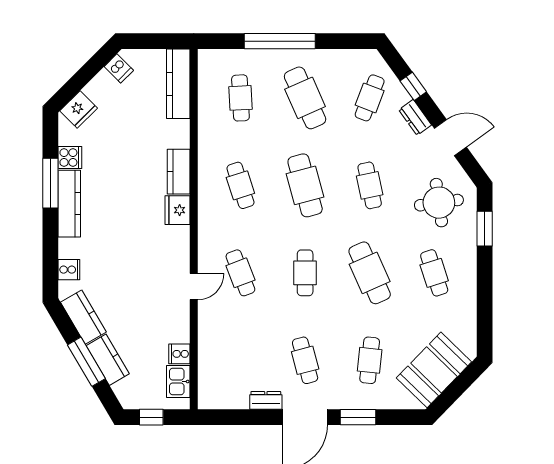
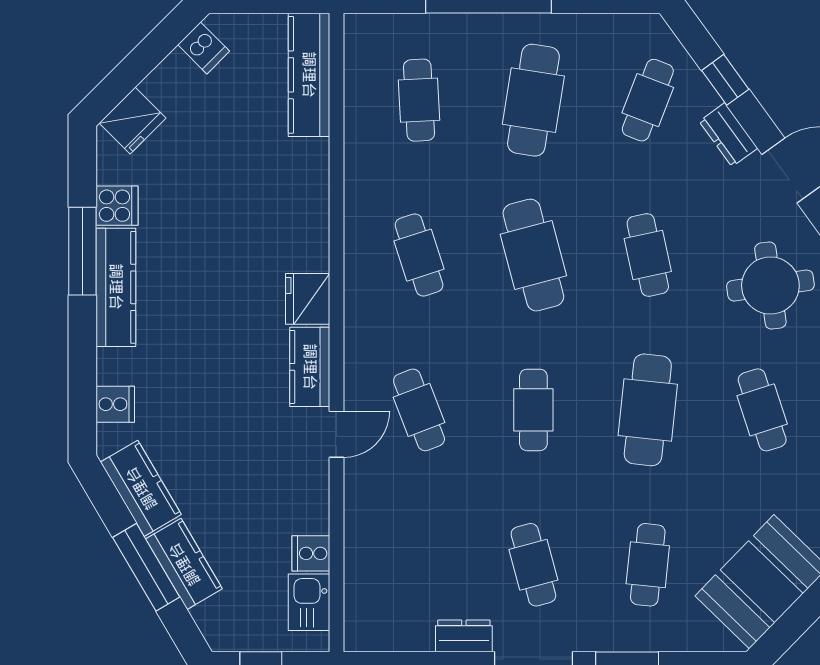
cafe table: (305, 98) -> (533, 100), turned 33
kitchen counter: (179, 172) -> (310, 367), moved
cafe table: (370, 273) -> (648, 410), turned 30

